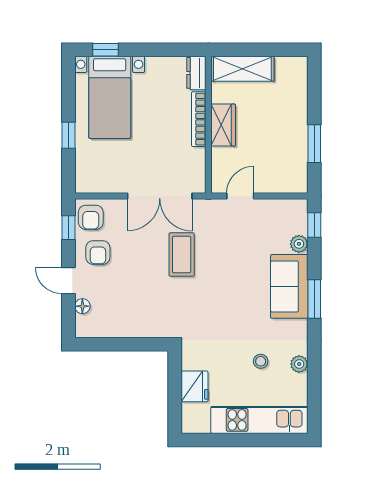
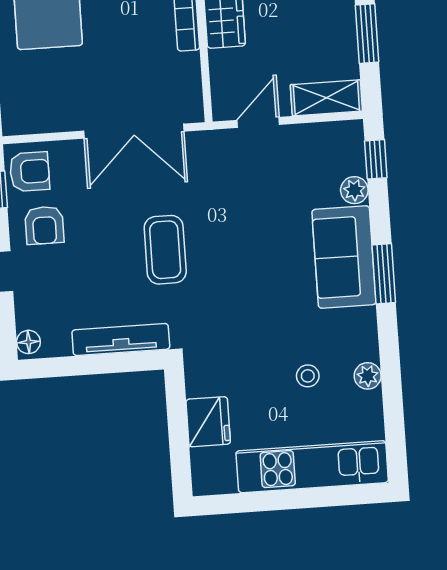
shelving: (285, 183) -> (326, 98), added
armchair: (91, 217) -> (30, 172), turned -90
coffee table: (182, 255) -> (165, 250), moved
floor lamp: (82, 306) -> (28, 342), moved
tv unit: (142, 330) -> (121, 340), added

